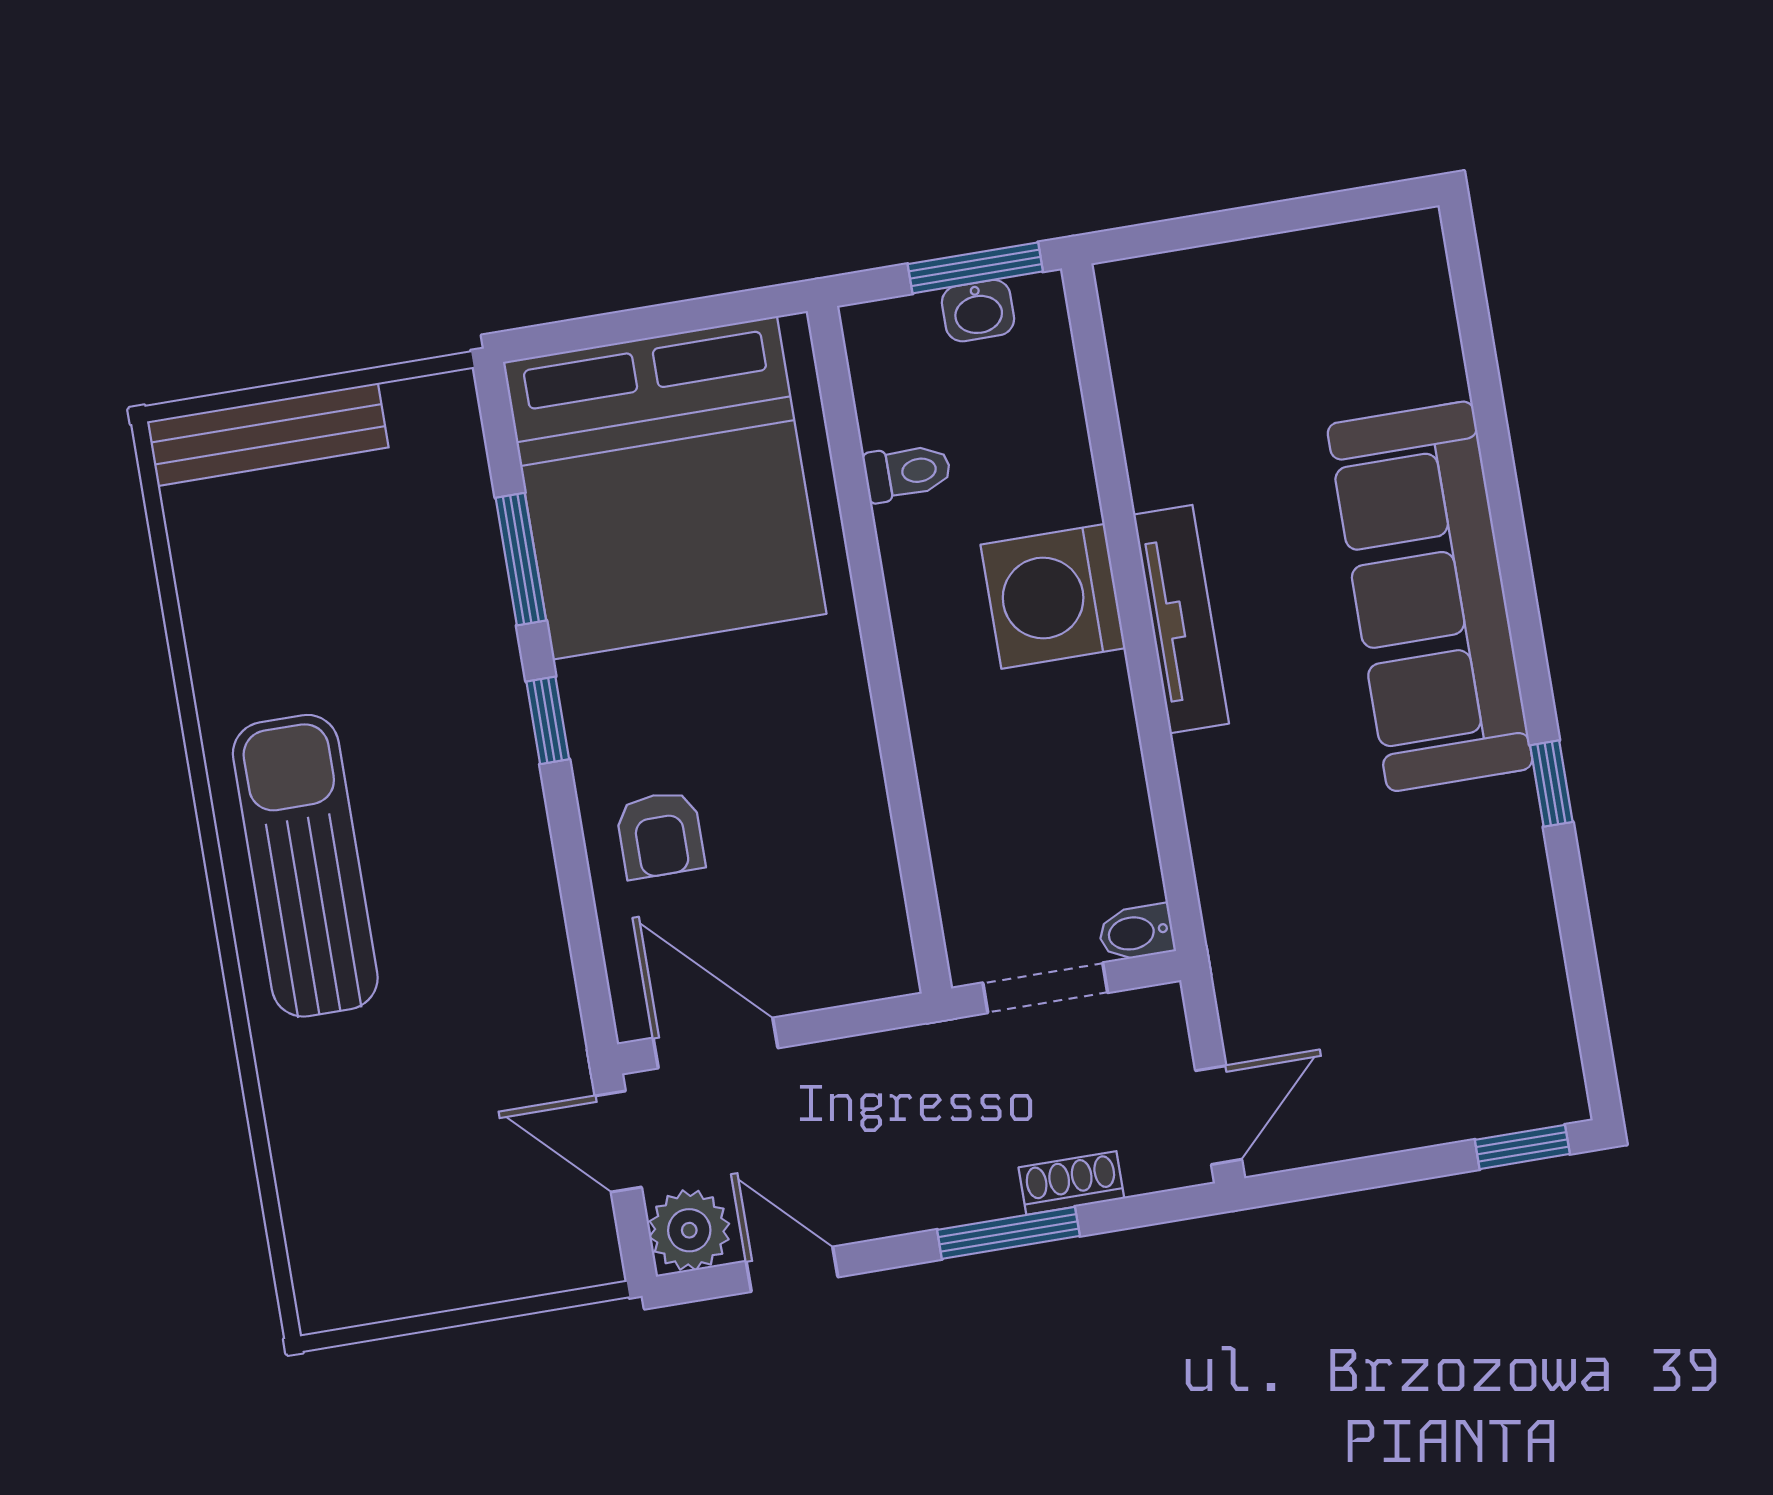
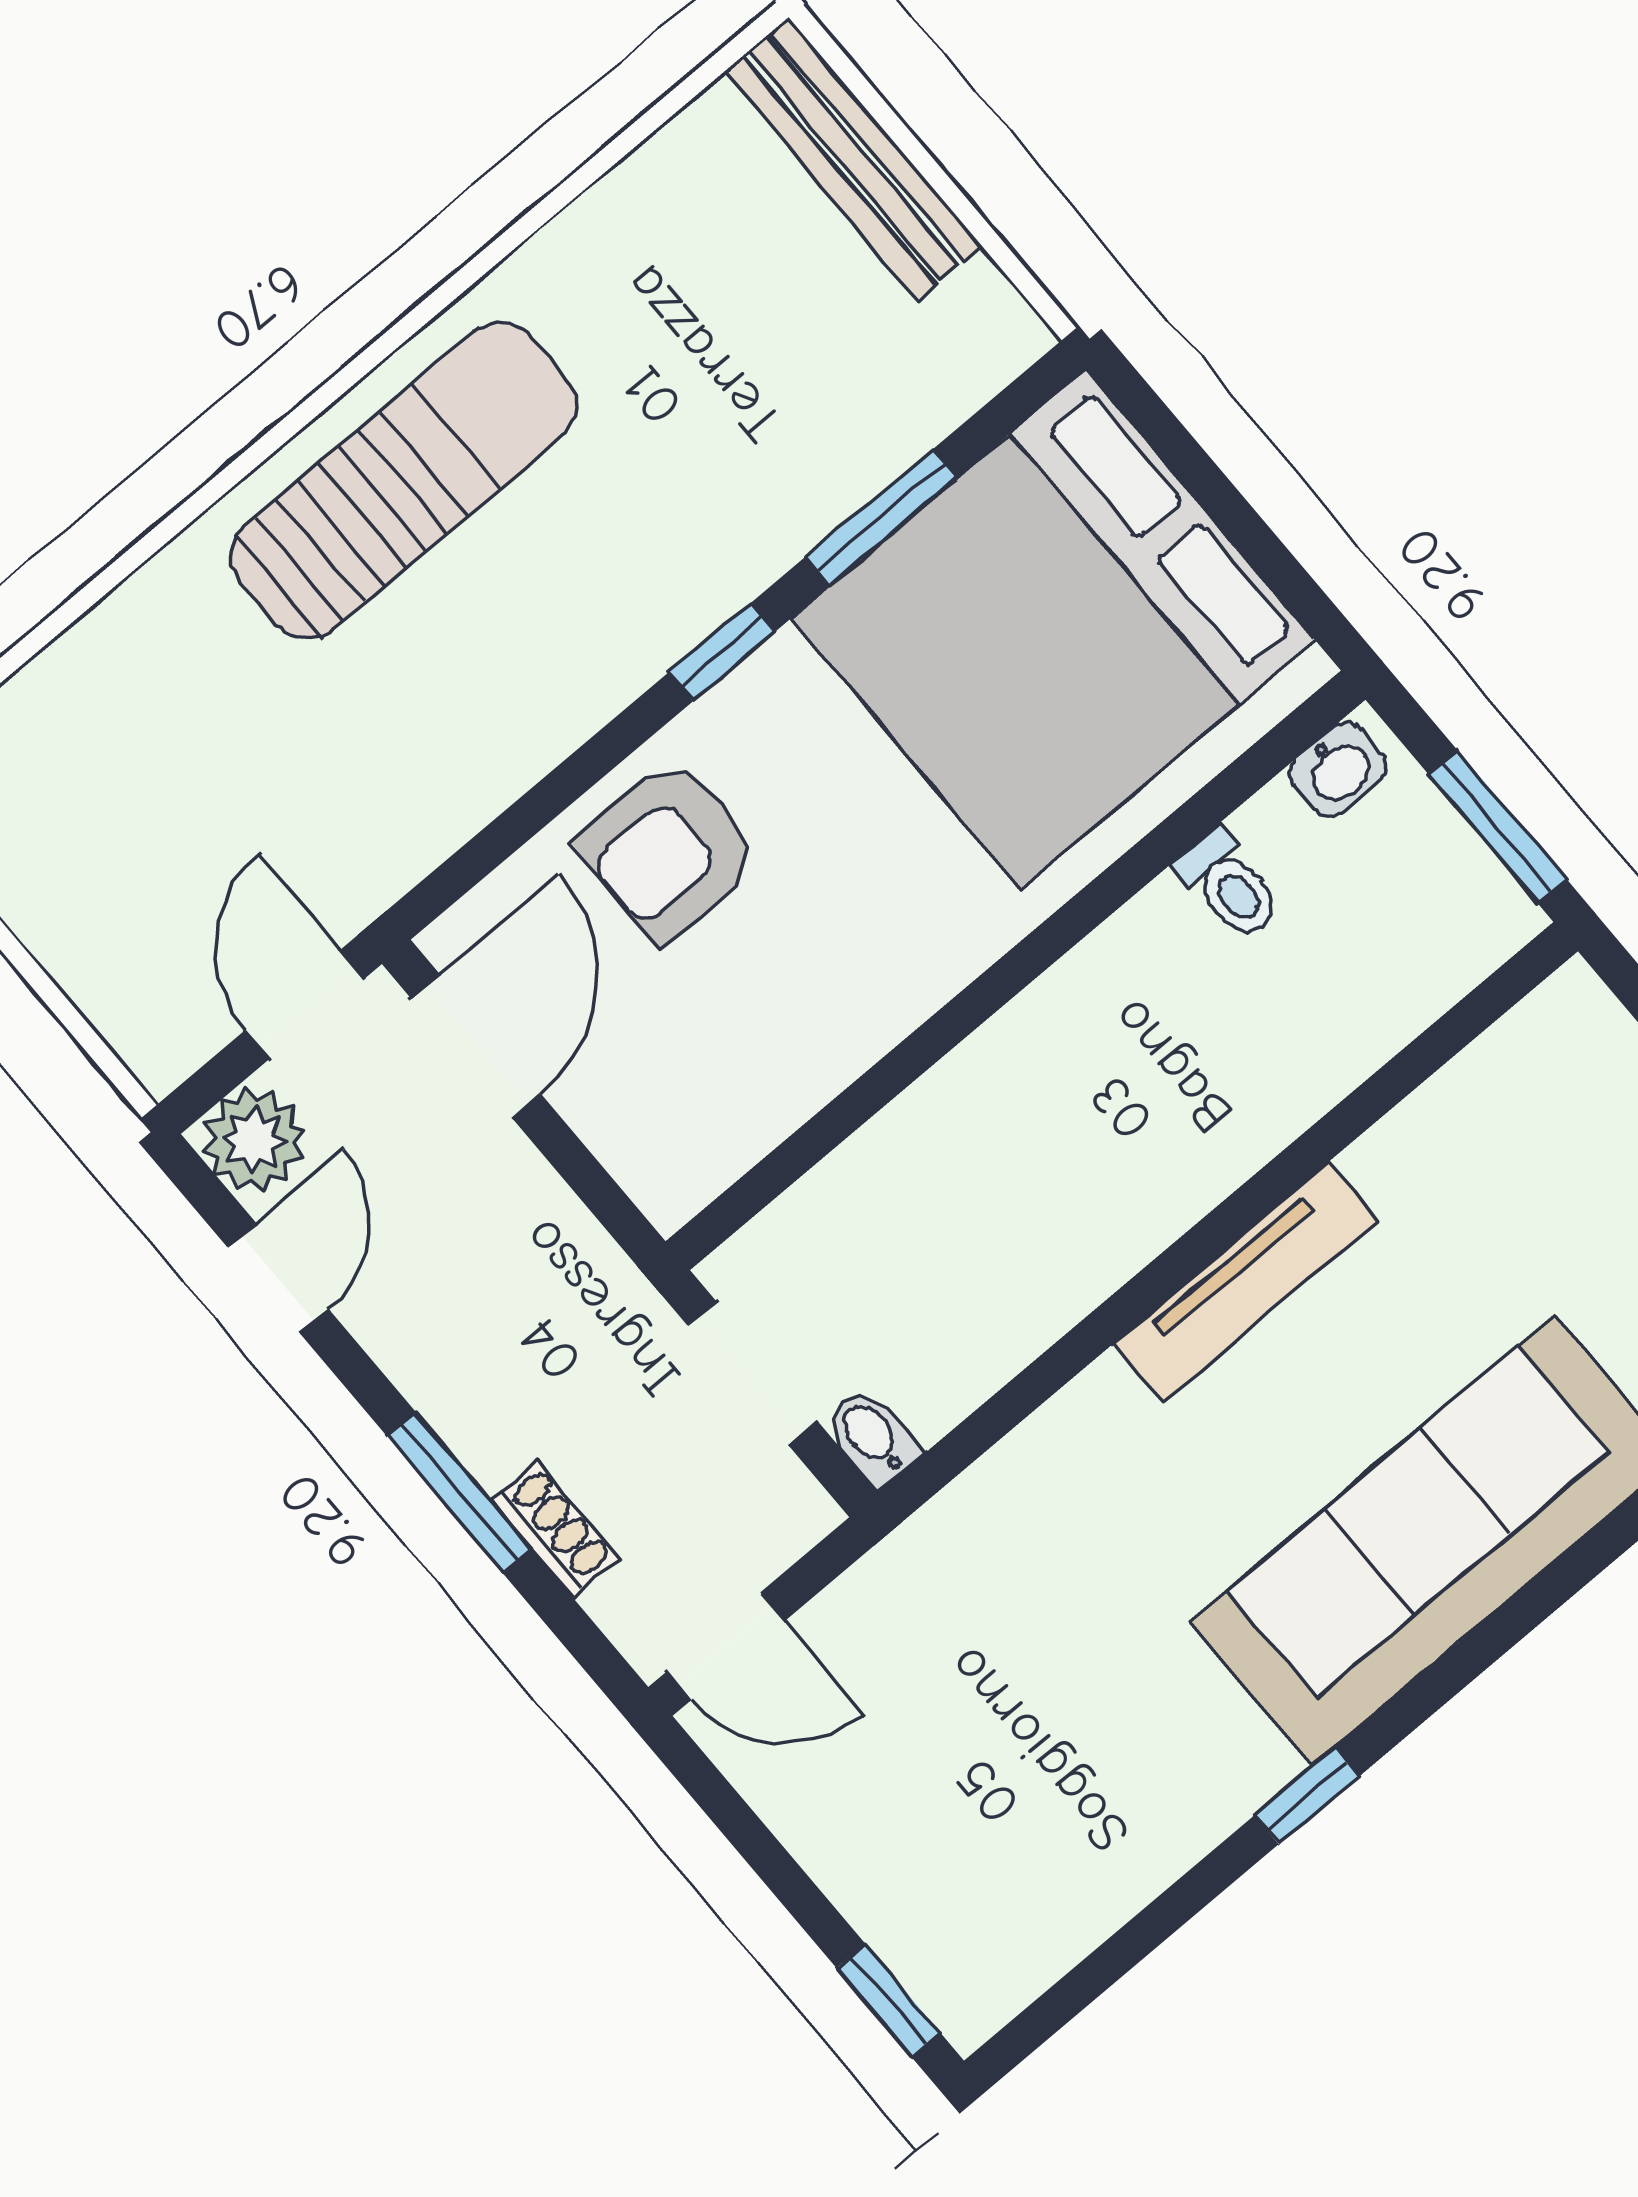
washbasin: (978, 311) -> (1338, 769), moved, turned -90
washing machine: (1053, 596) -> (1187, 1126), removed
armchair: (660, 835) -> (669, 850), width x1.38, depth x1.38

